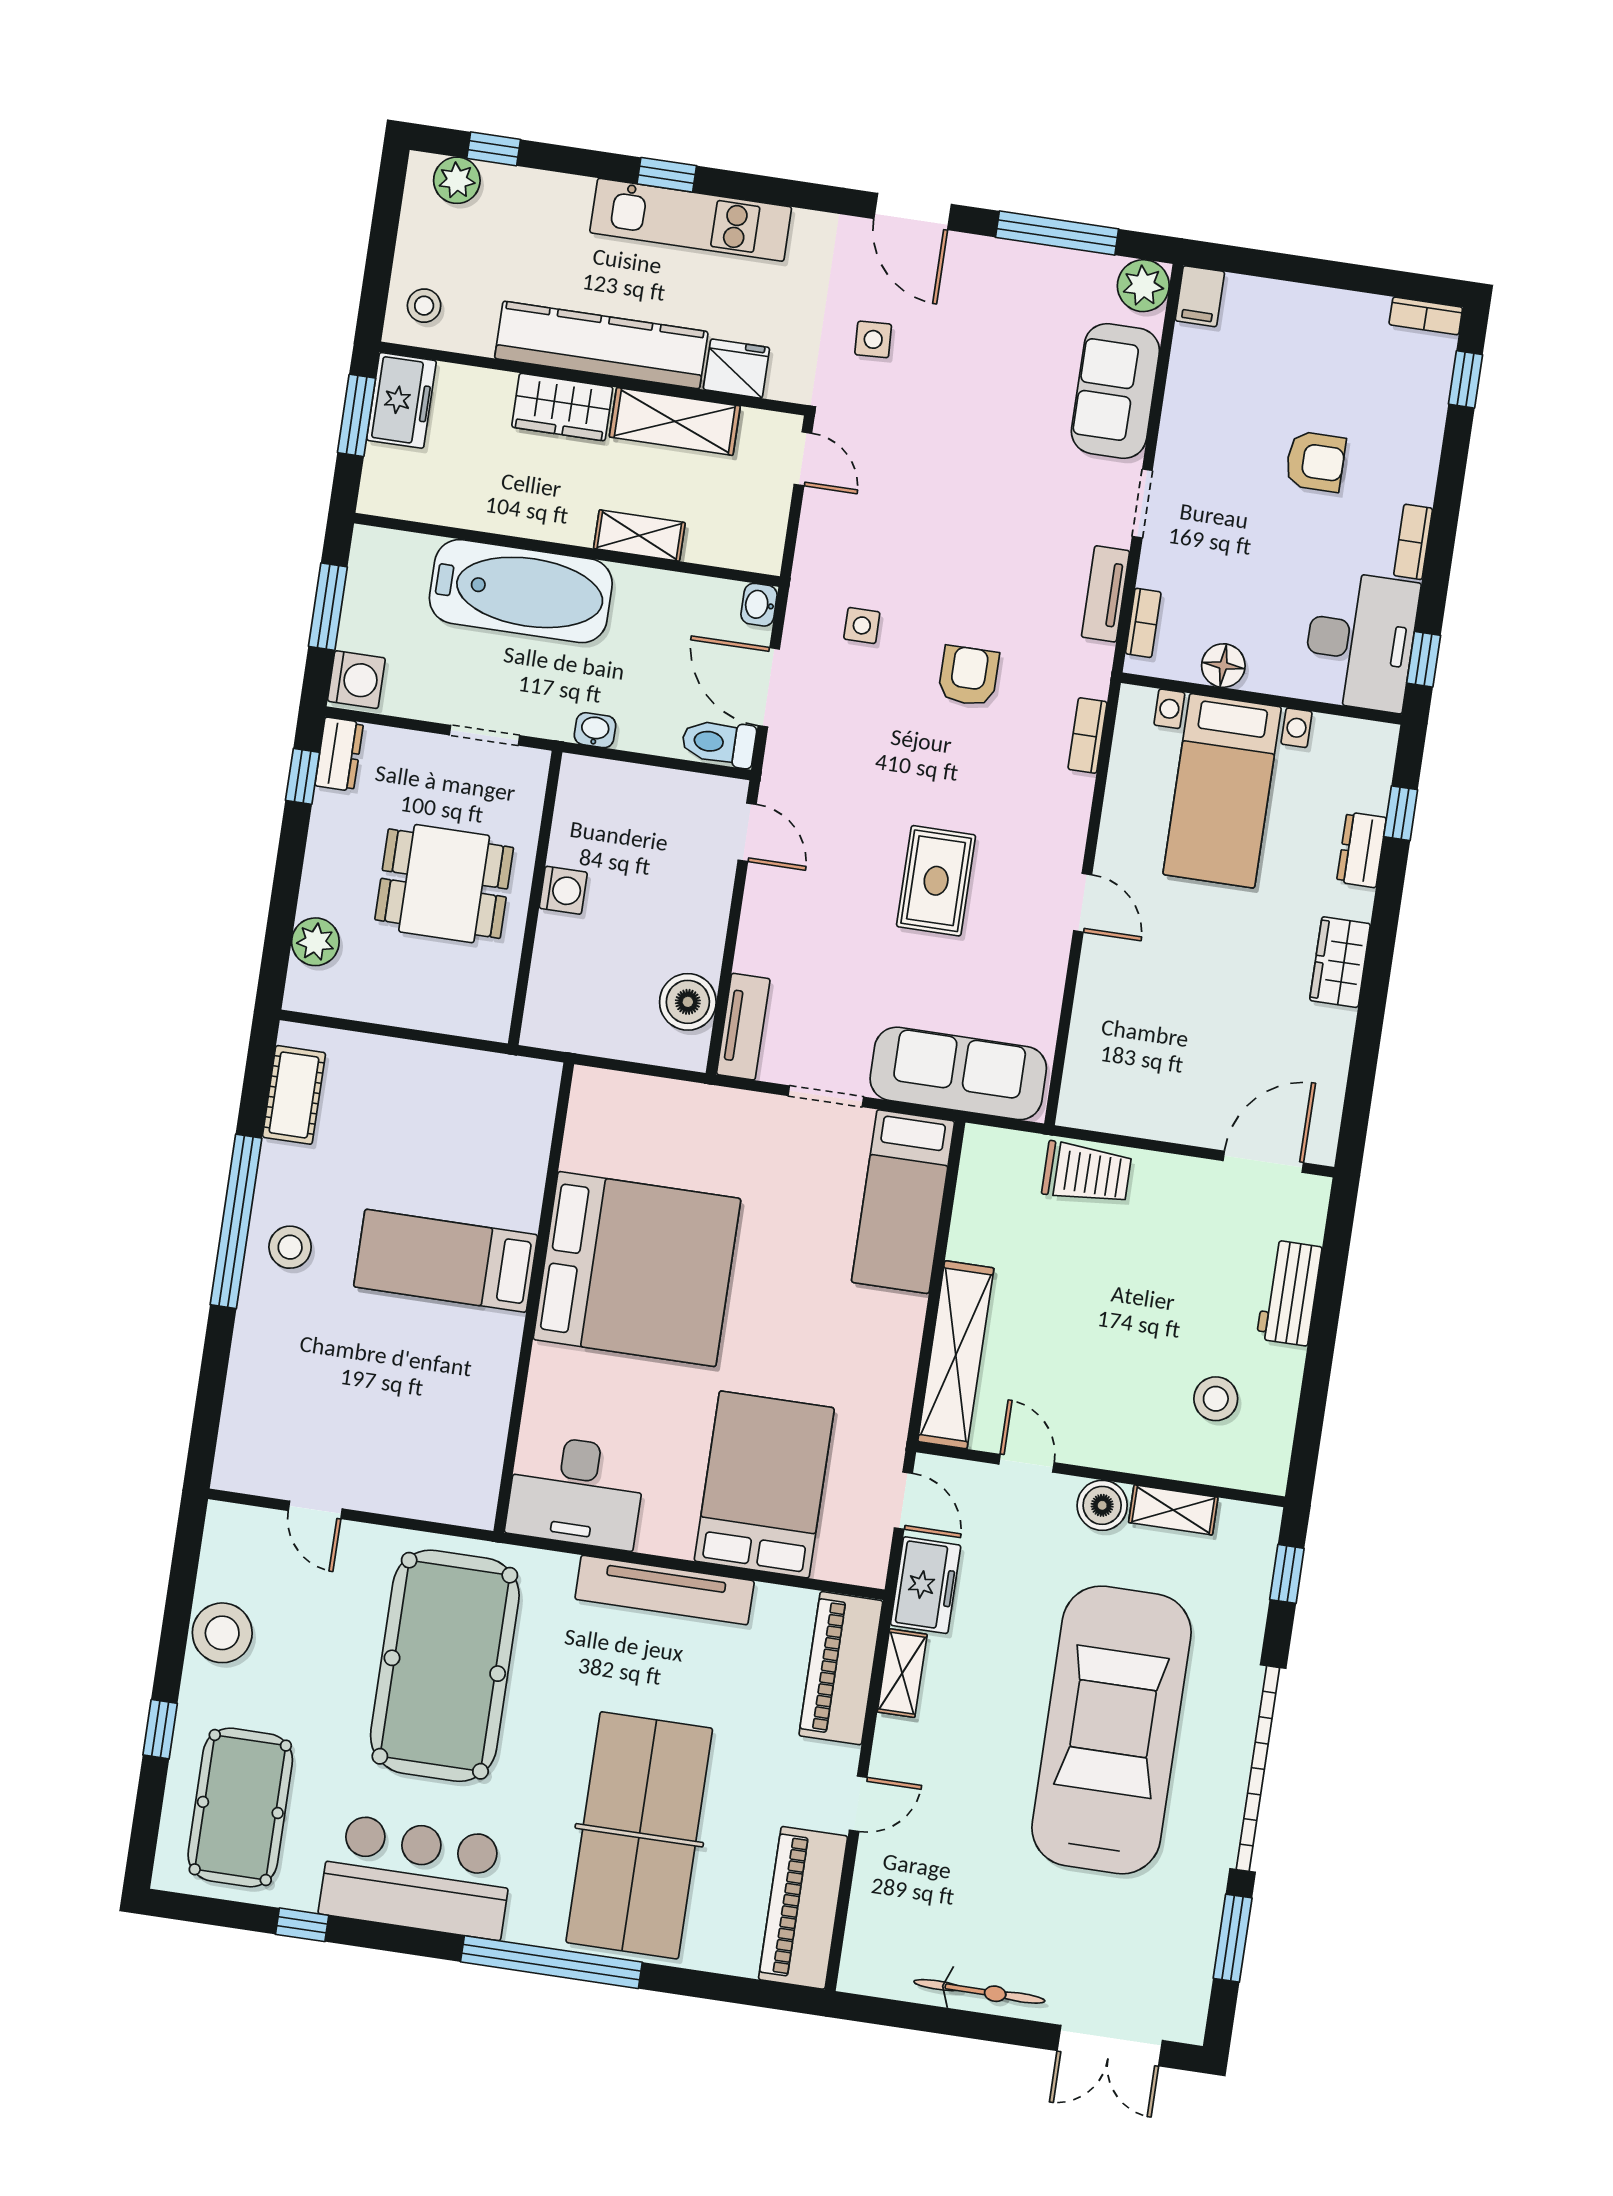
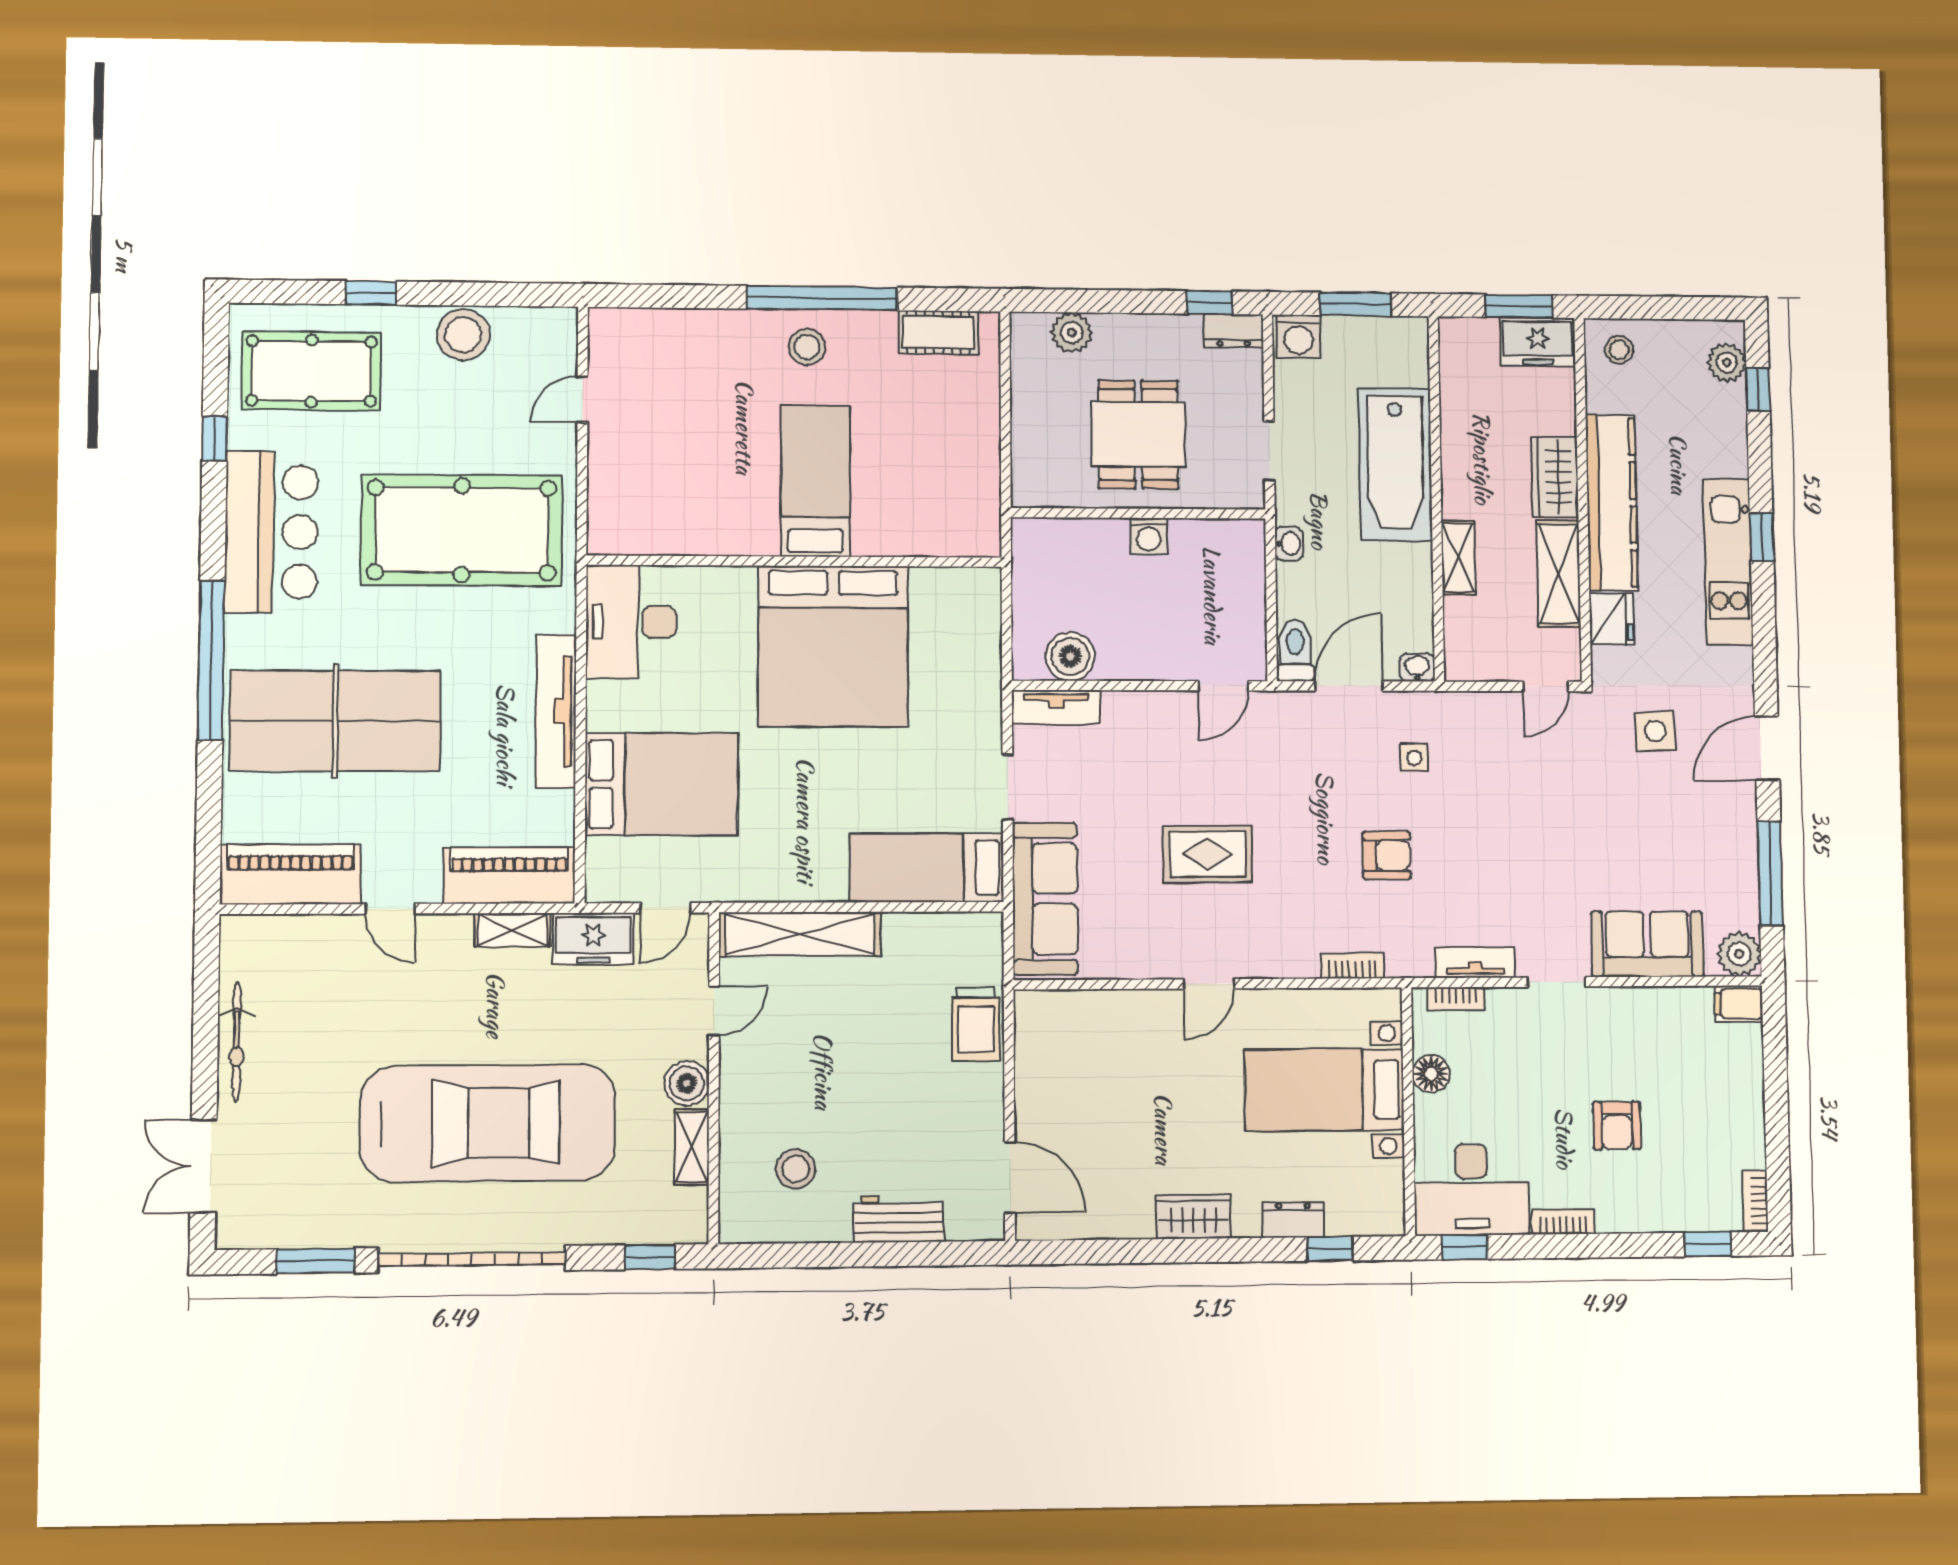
side table: (873, 339) -> (1655, 731), width x1.37, depth x1.37

